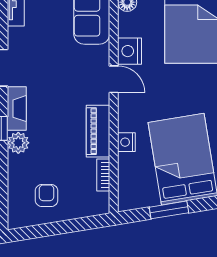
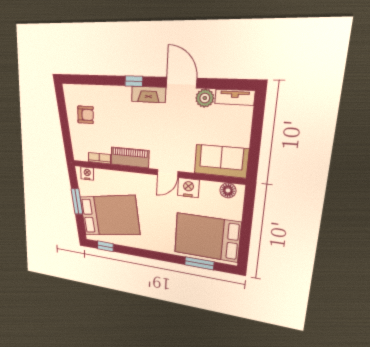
nightstand: (126, 142) -> (87, 173), moved
plant: (18, 143) -> (205, 98), moved

